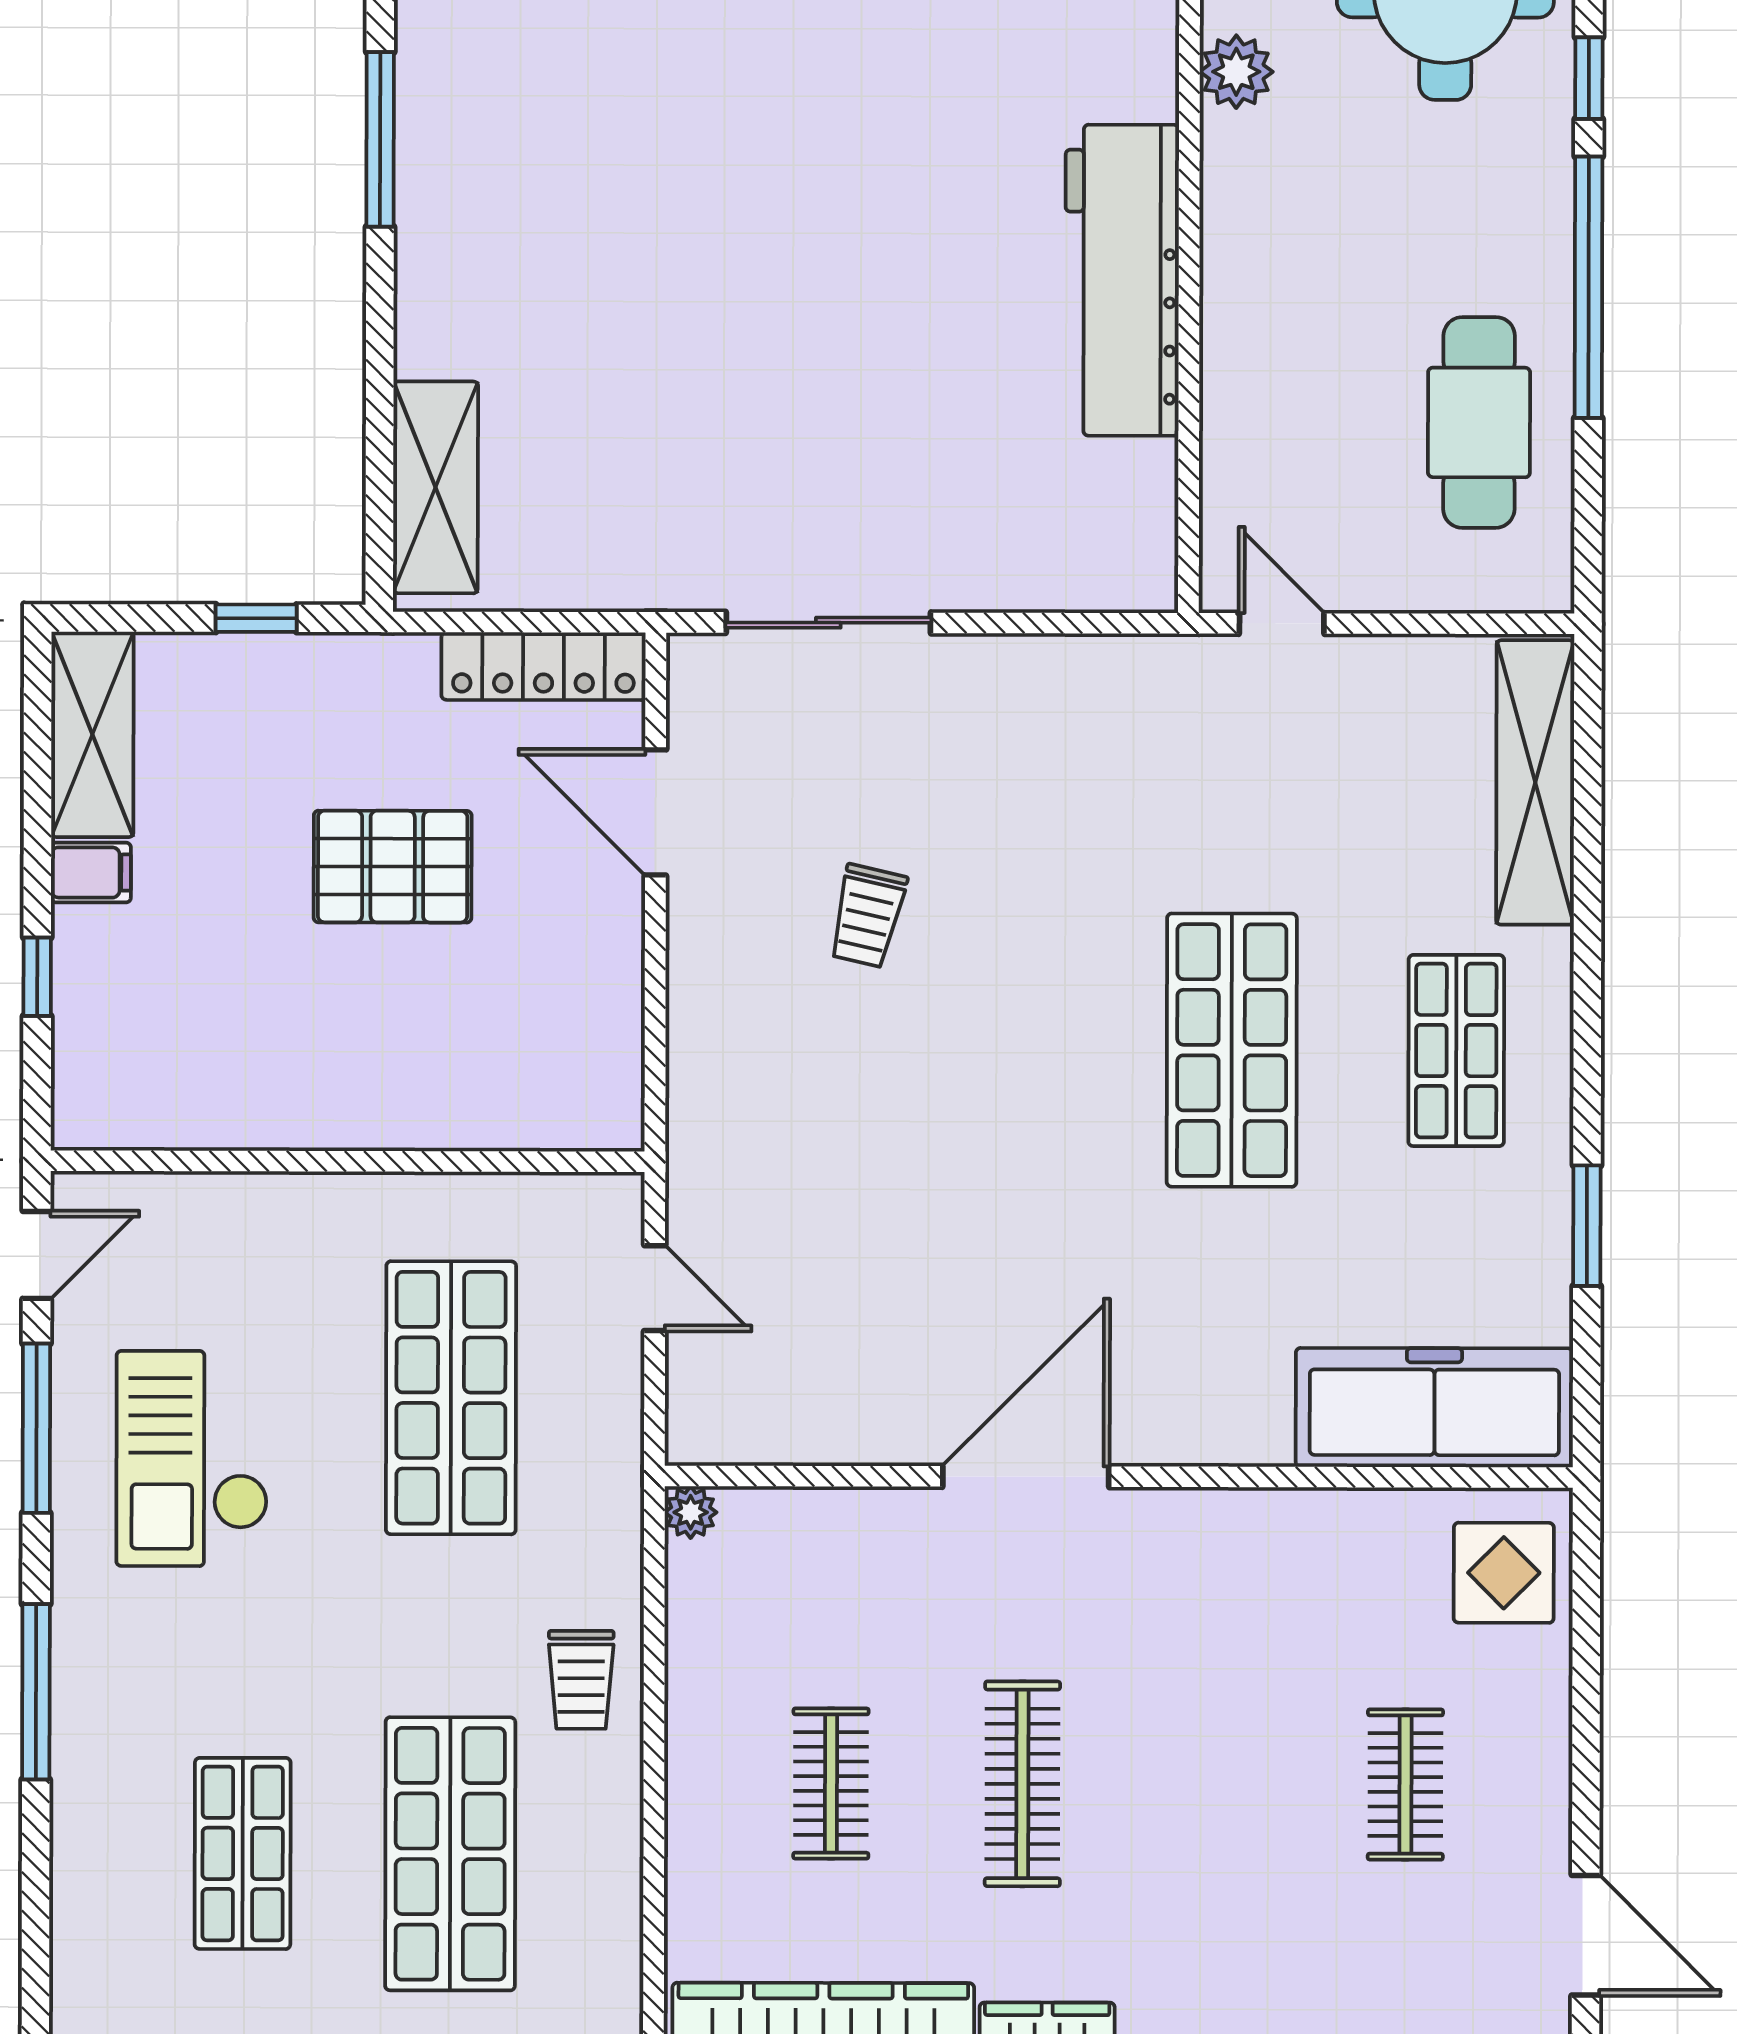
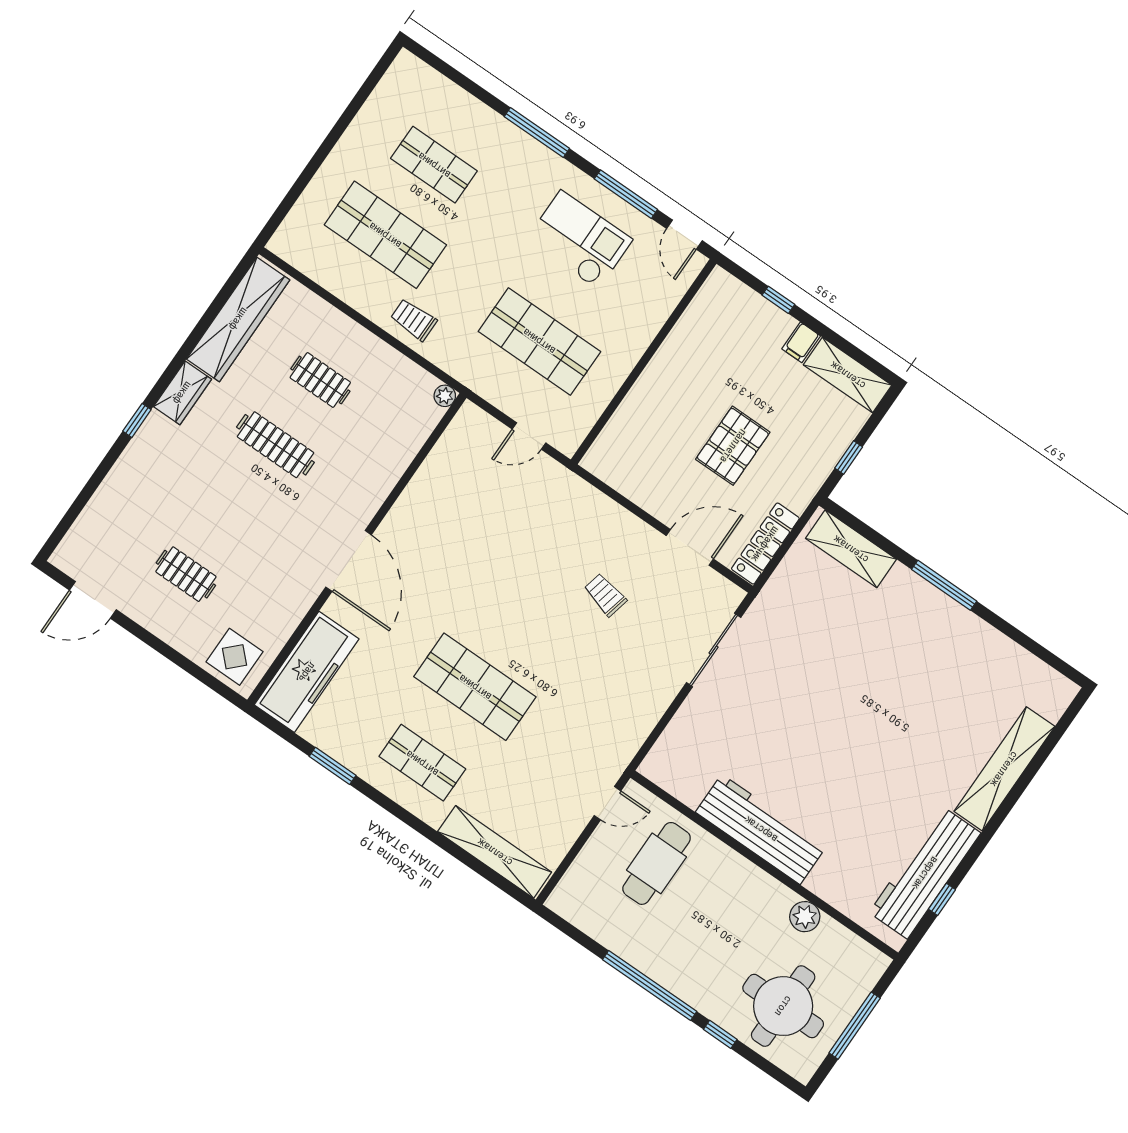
window: (380, 139) -> (944, 585), moved
cafe table: (1479, 422) -> (657, 863), moved, turned 90
door: (1026, 1477) -> (349, 561), moved

